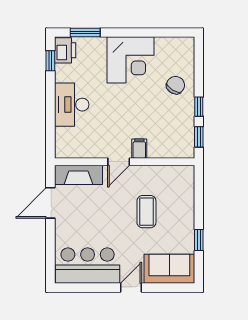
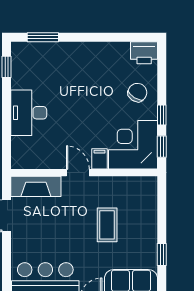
printer: (65, 50) -> (144, 53), moved, turned 90
corner desk: (131, 60) -> (133, 145), moved, turned 180
door: (119, 162) -> (78, 173), swing flipped

